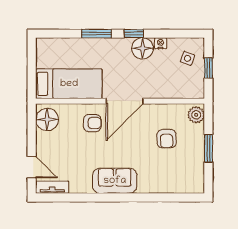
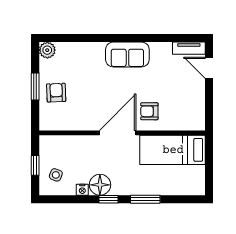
plant: (196, 115) -> (47, 50), moved
floor lamp: (47, 120) -> (194, 115), removed
armchair: (167, 139) -> (56, 93), moved

